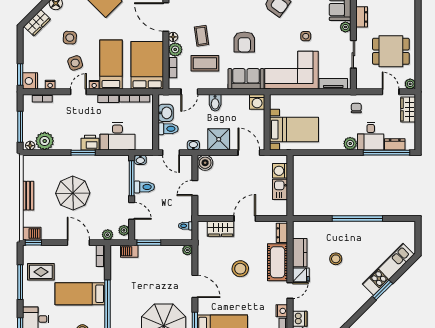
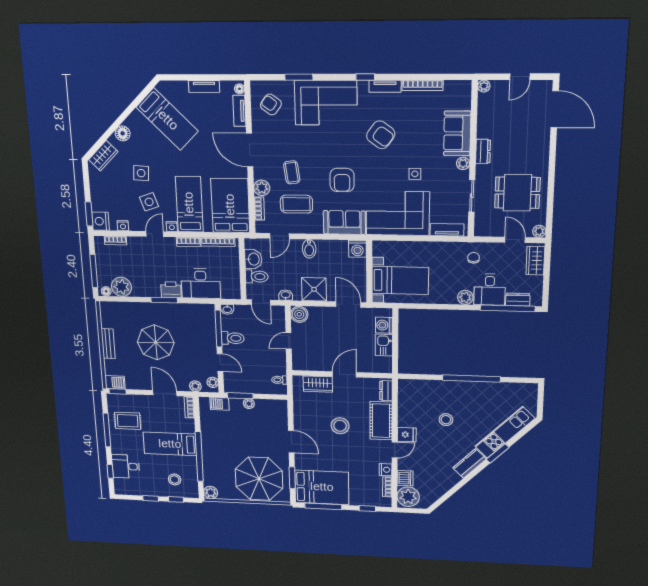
floor lamp: (173, 37) -> (259, 173), removed
plant: (187, 250) -> (249, 404), moved
kitchen counter: (300, 253) -> (470, 463), moved, turned -135

